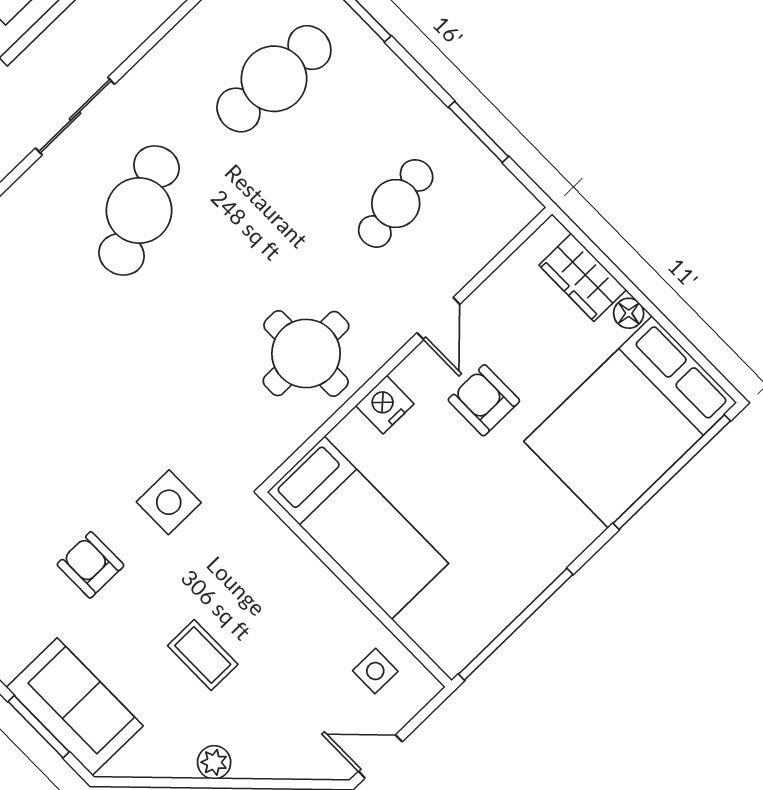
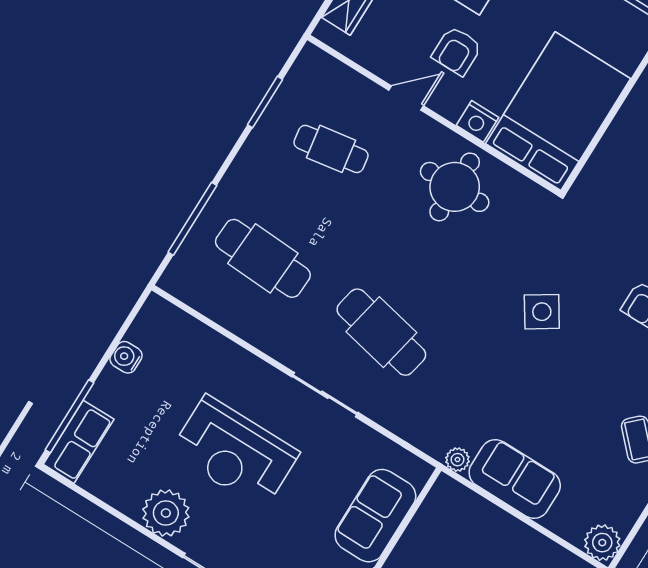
cafe table: (139, 210) -> (381, 332), turned 36
side table: (169, 502) -> (542, 312), moved, turned -33
bed: (358, 528) -> (558, 111), width x1.50

